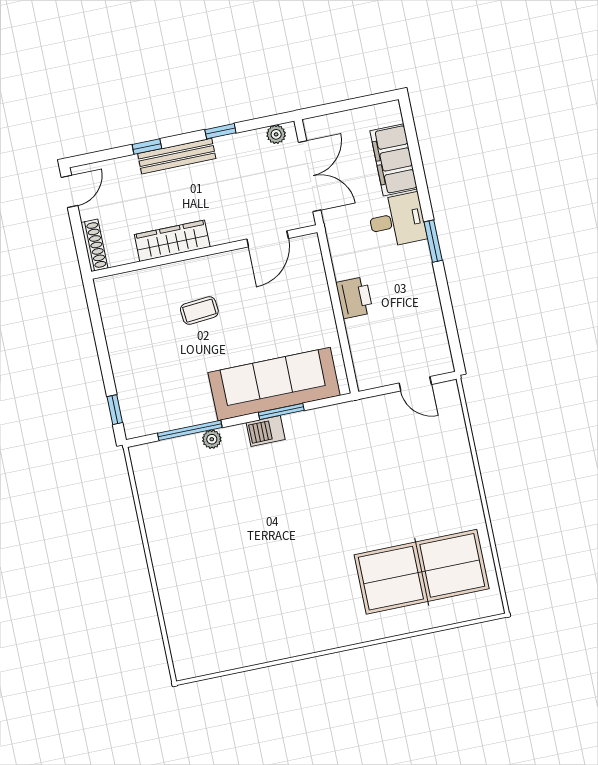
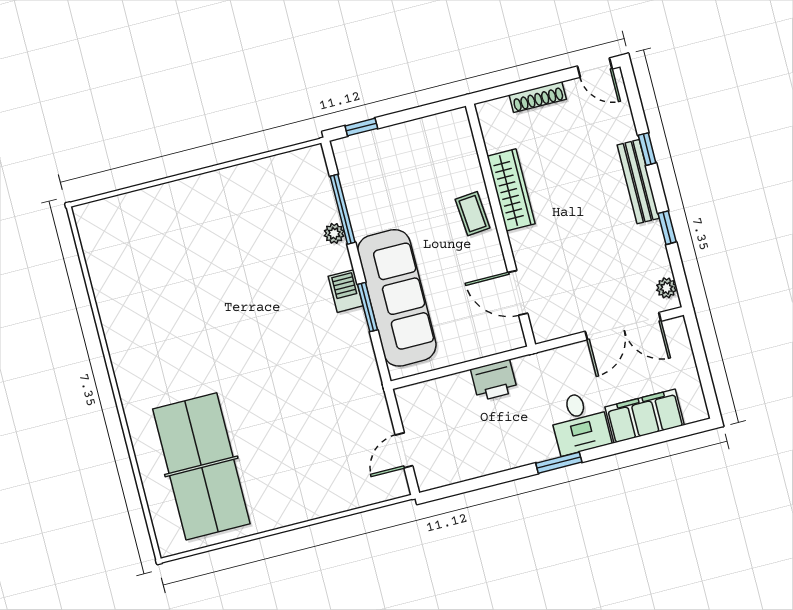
door: (268, 239) -> (518, 293), moved
wardrobe: (172, 241) -> (511, 190), moved
wall: (204, 252) -> (500, 225), moved

